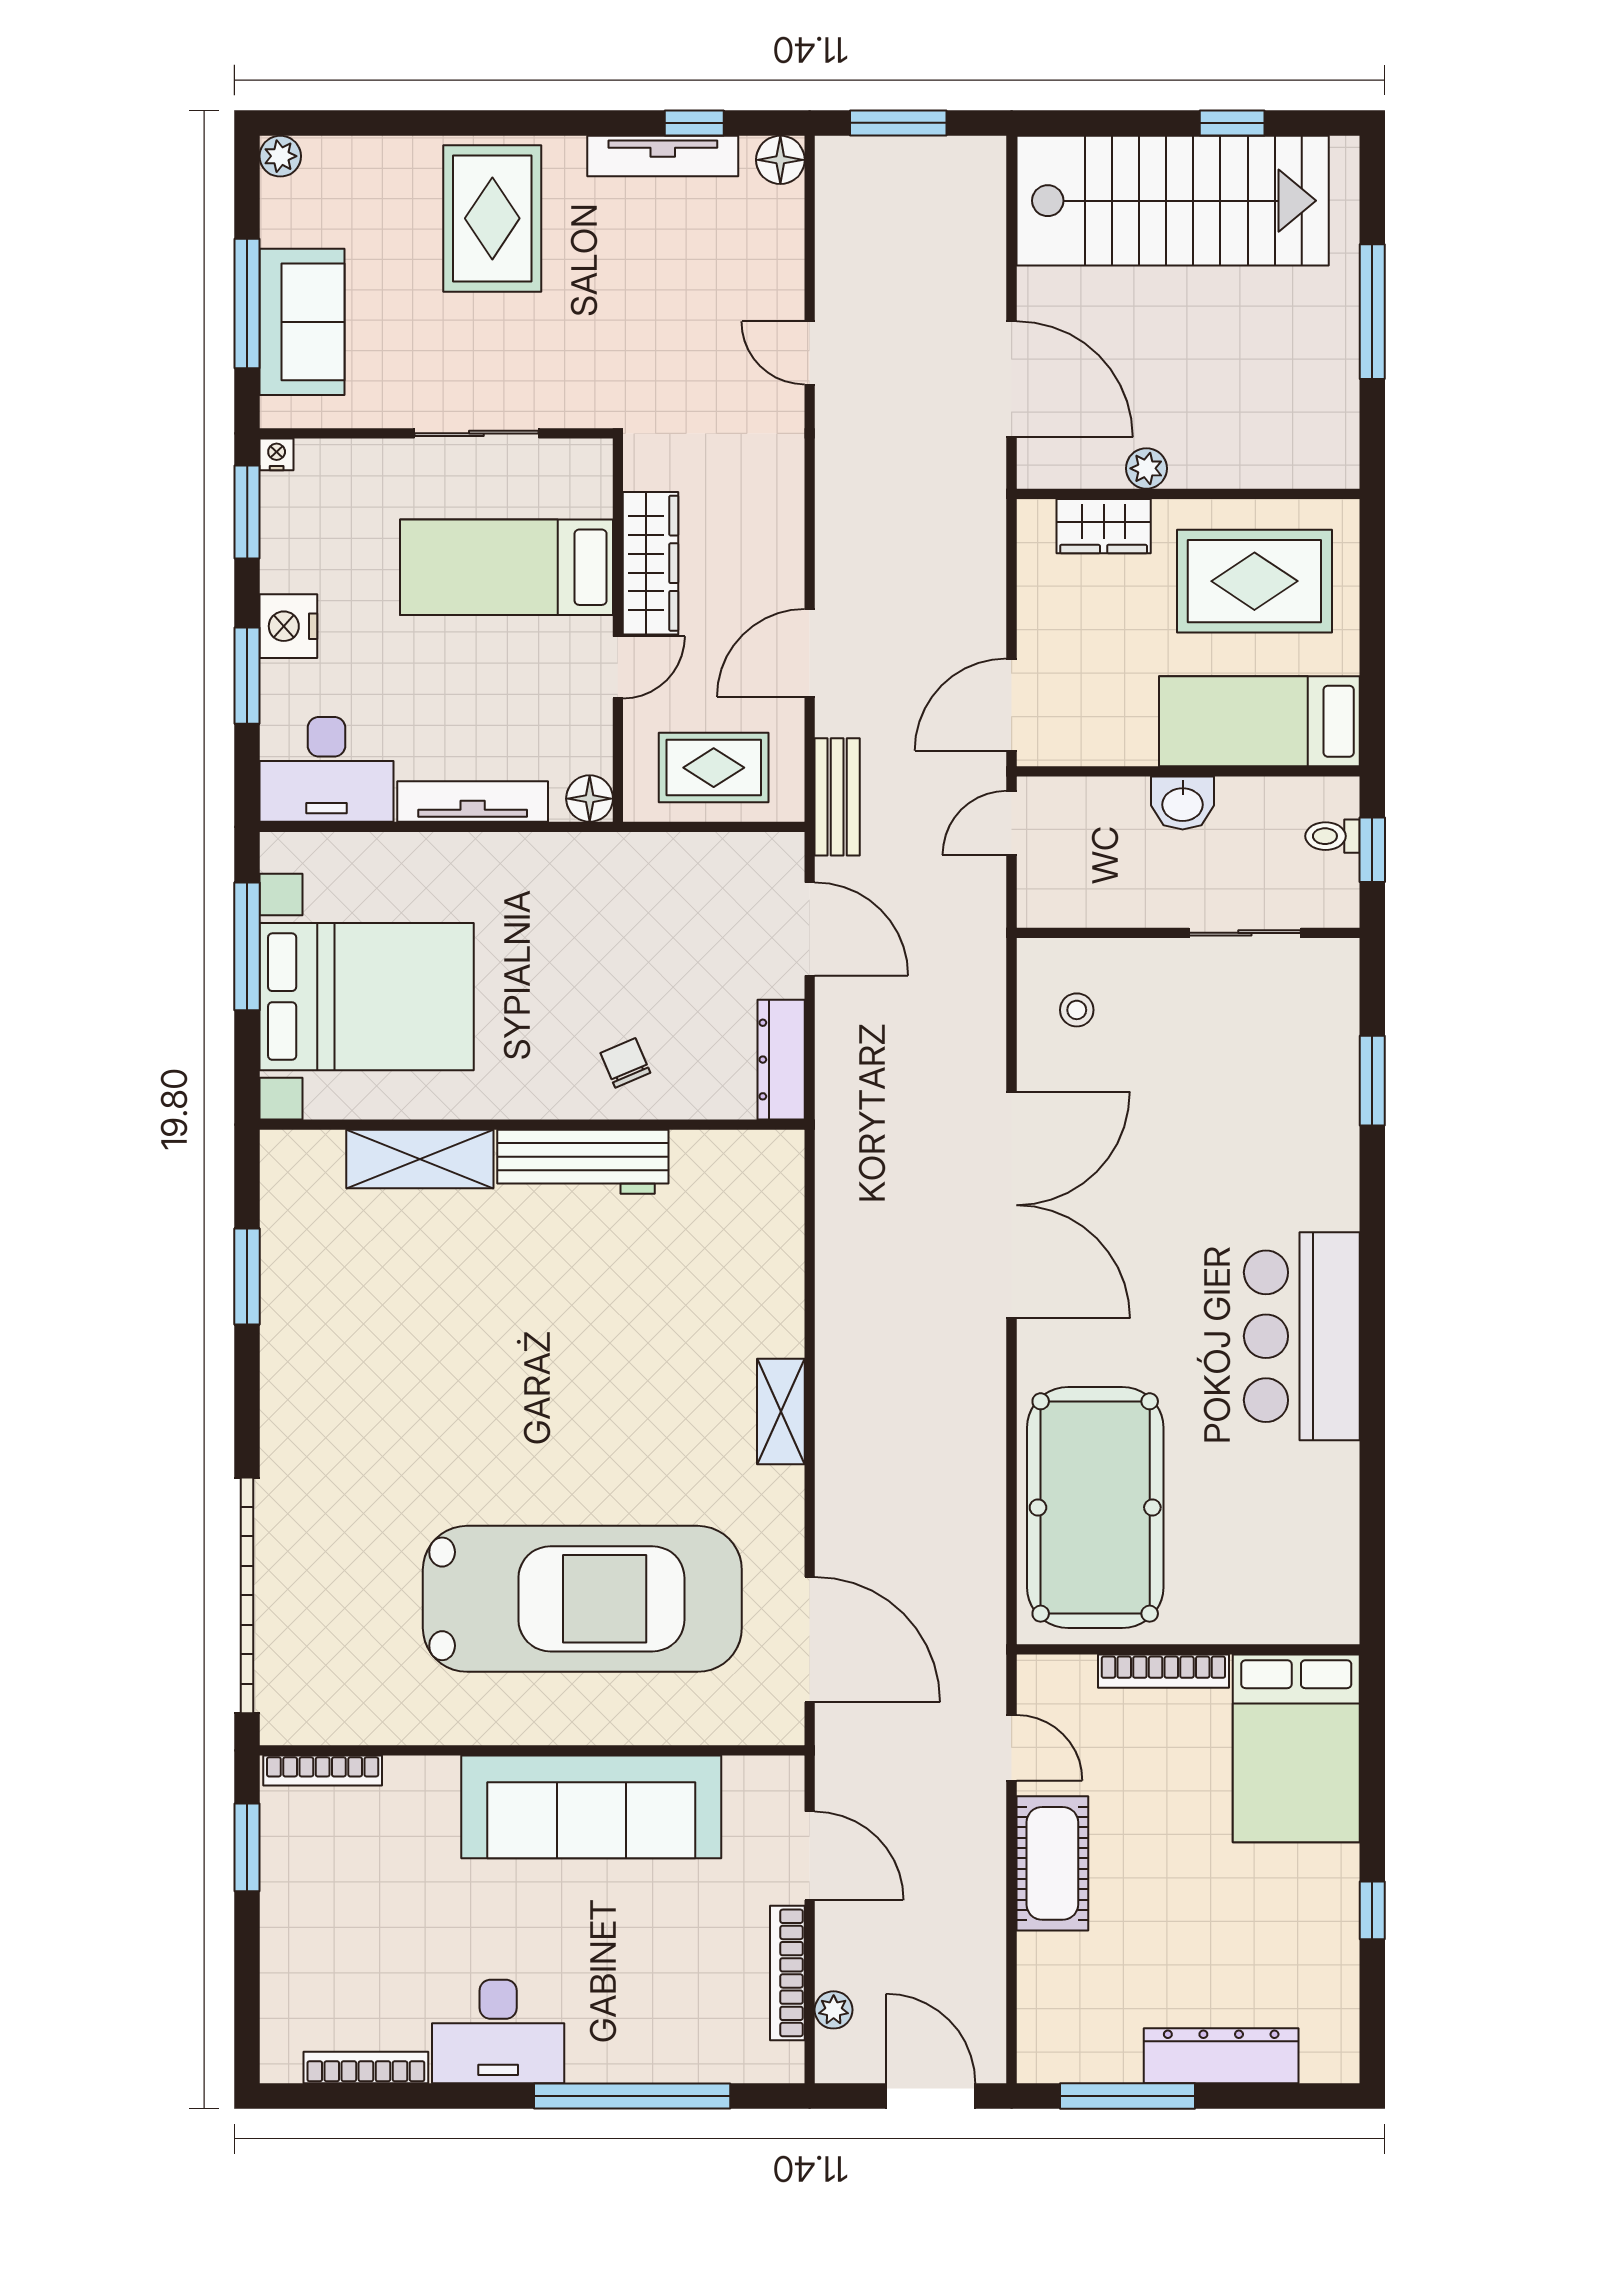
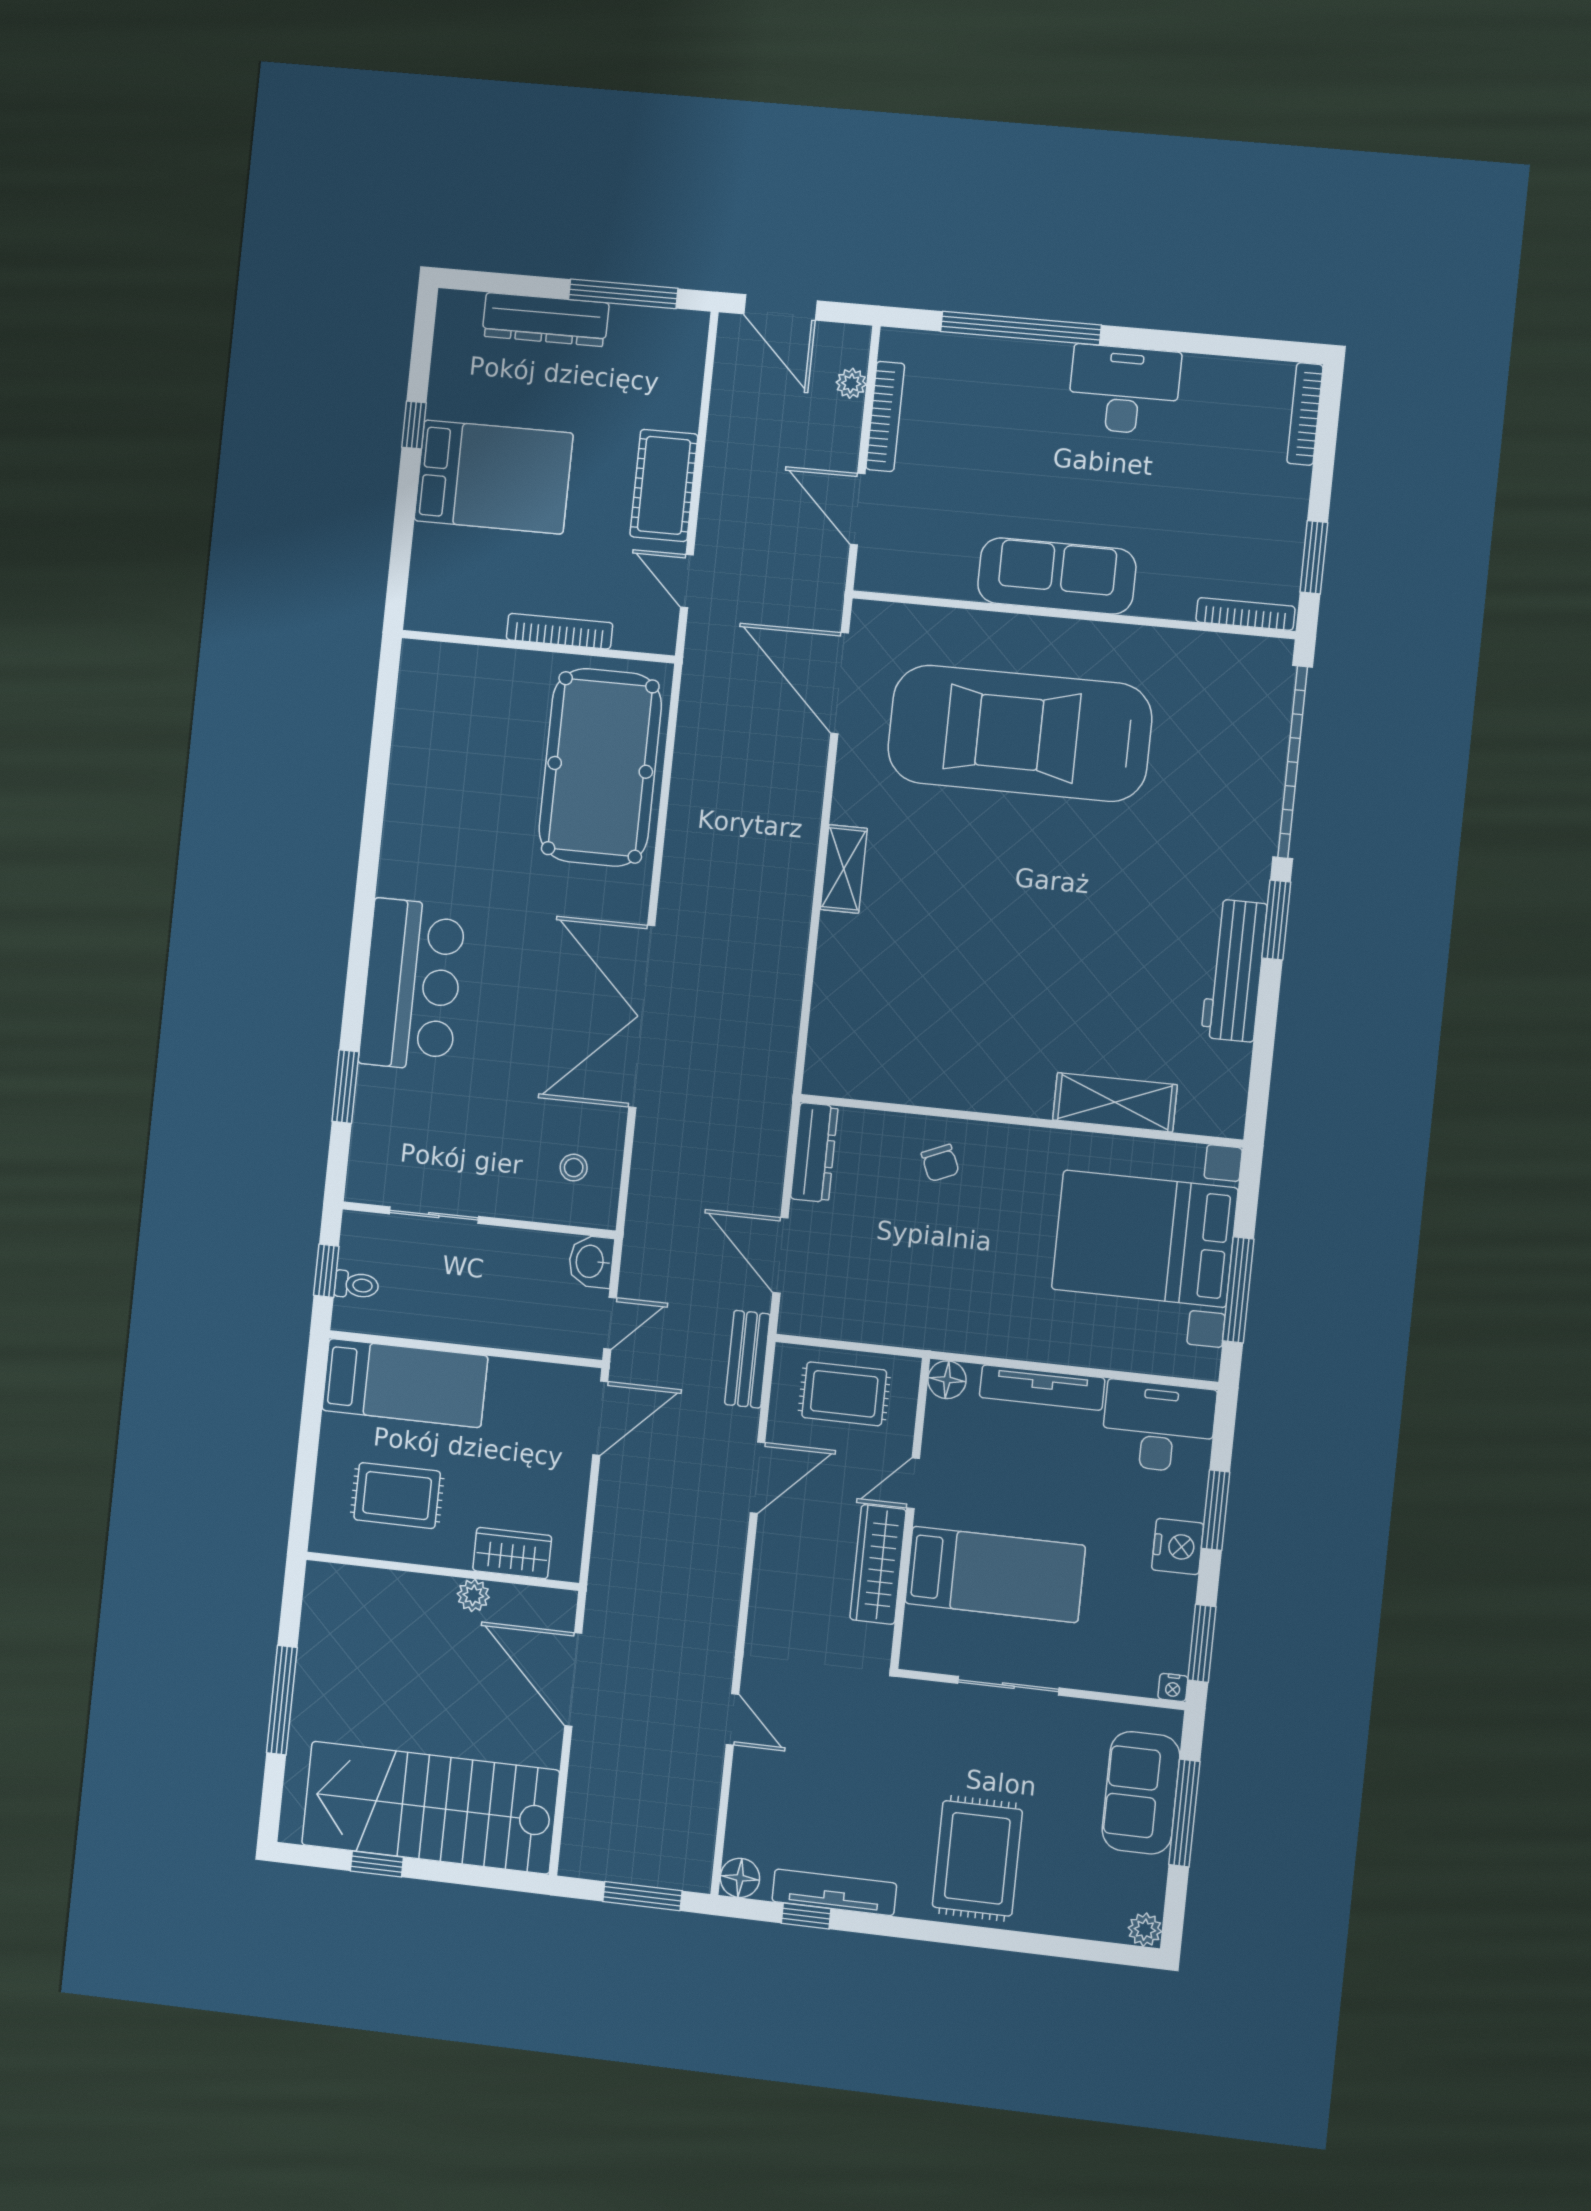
rug: (1254, 581) -> (397, 1495), width x0.73, depth x0.70
washbasin: (1183, 803) -> (591, 1261), moved, turned -90
workbench: (583, 1162) -> (1234, 971), moved, turned -90
window: (247, 1277) -> (1276, 920), moved
bar counter: (1302, 1336) -> (412, 985), moved
bed: (1296, 1748) -> (494, 477), moved, turned 90
sofa: (591, 1807) -> (1057, 576), width x0.74, depth x0.79
bookcase: (366, 2067) -> (1305, 414), moved, turned 90

